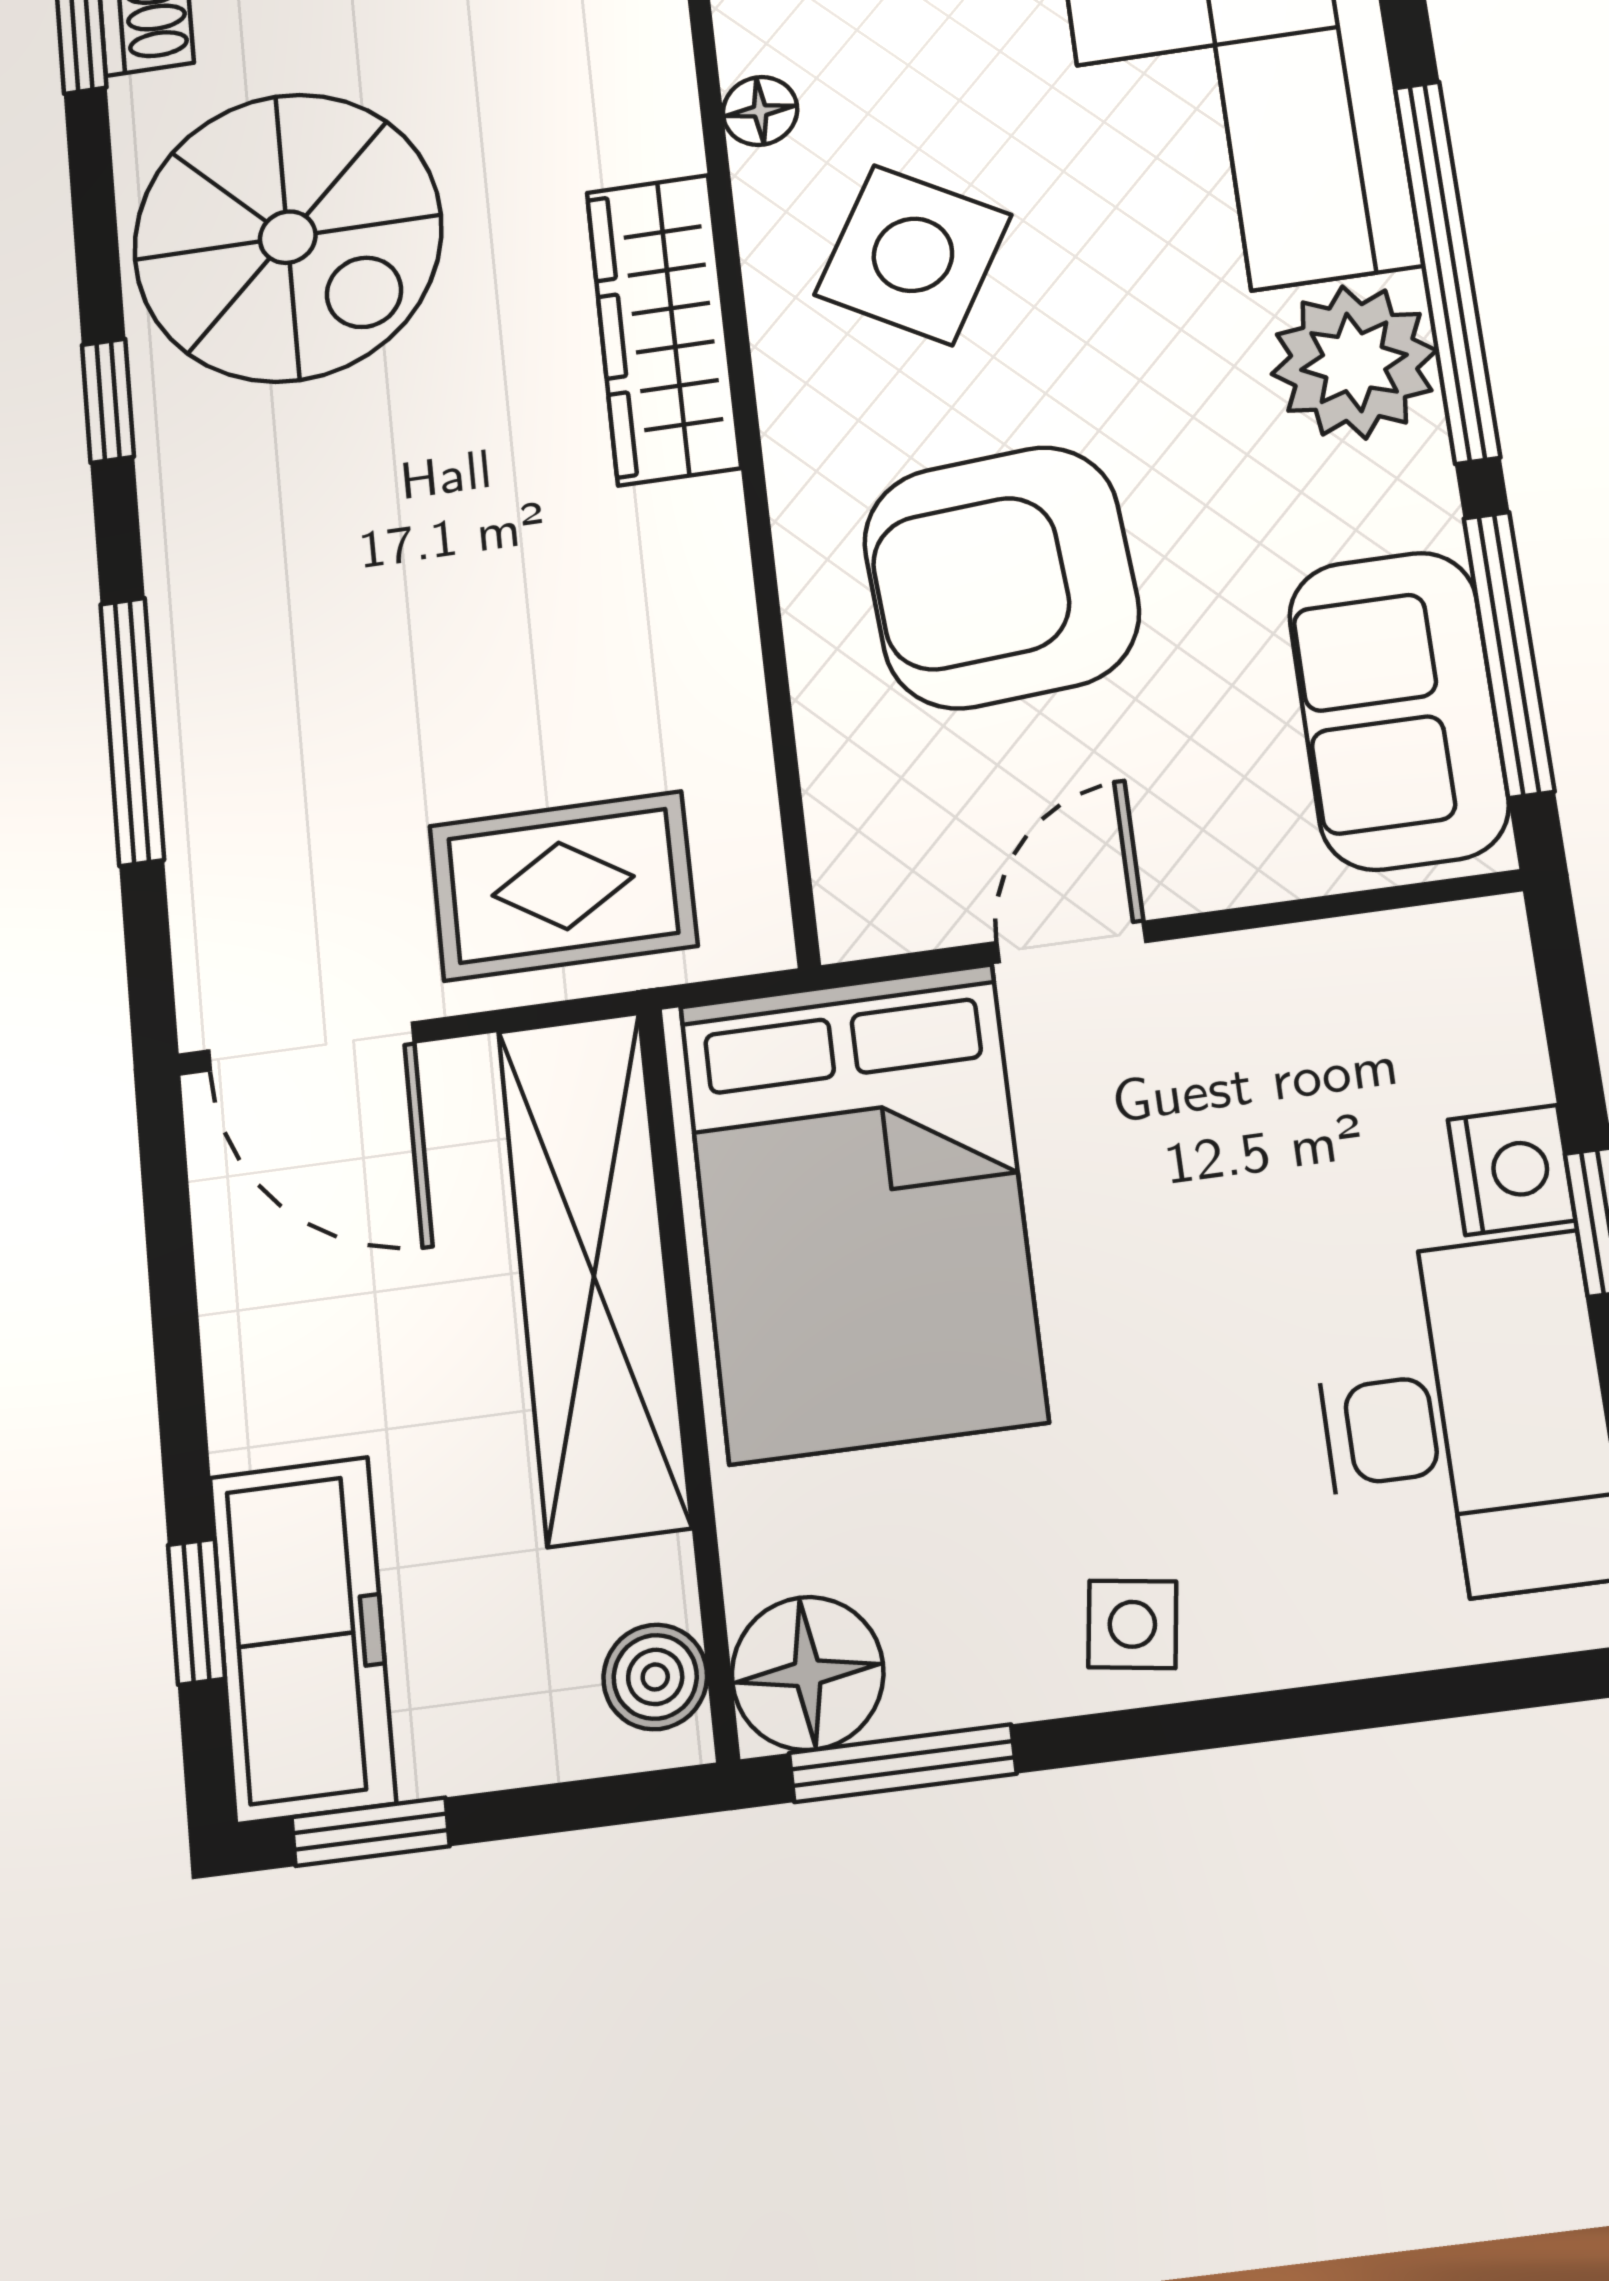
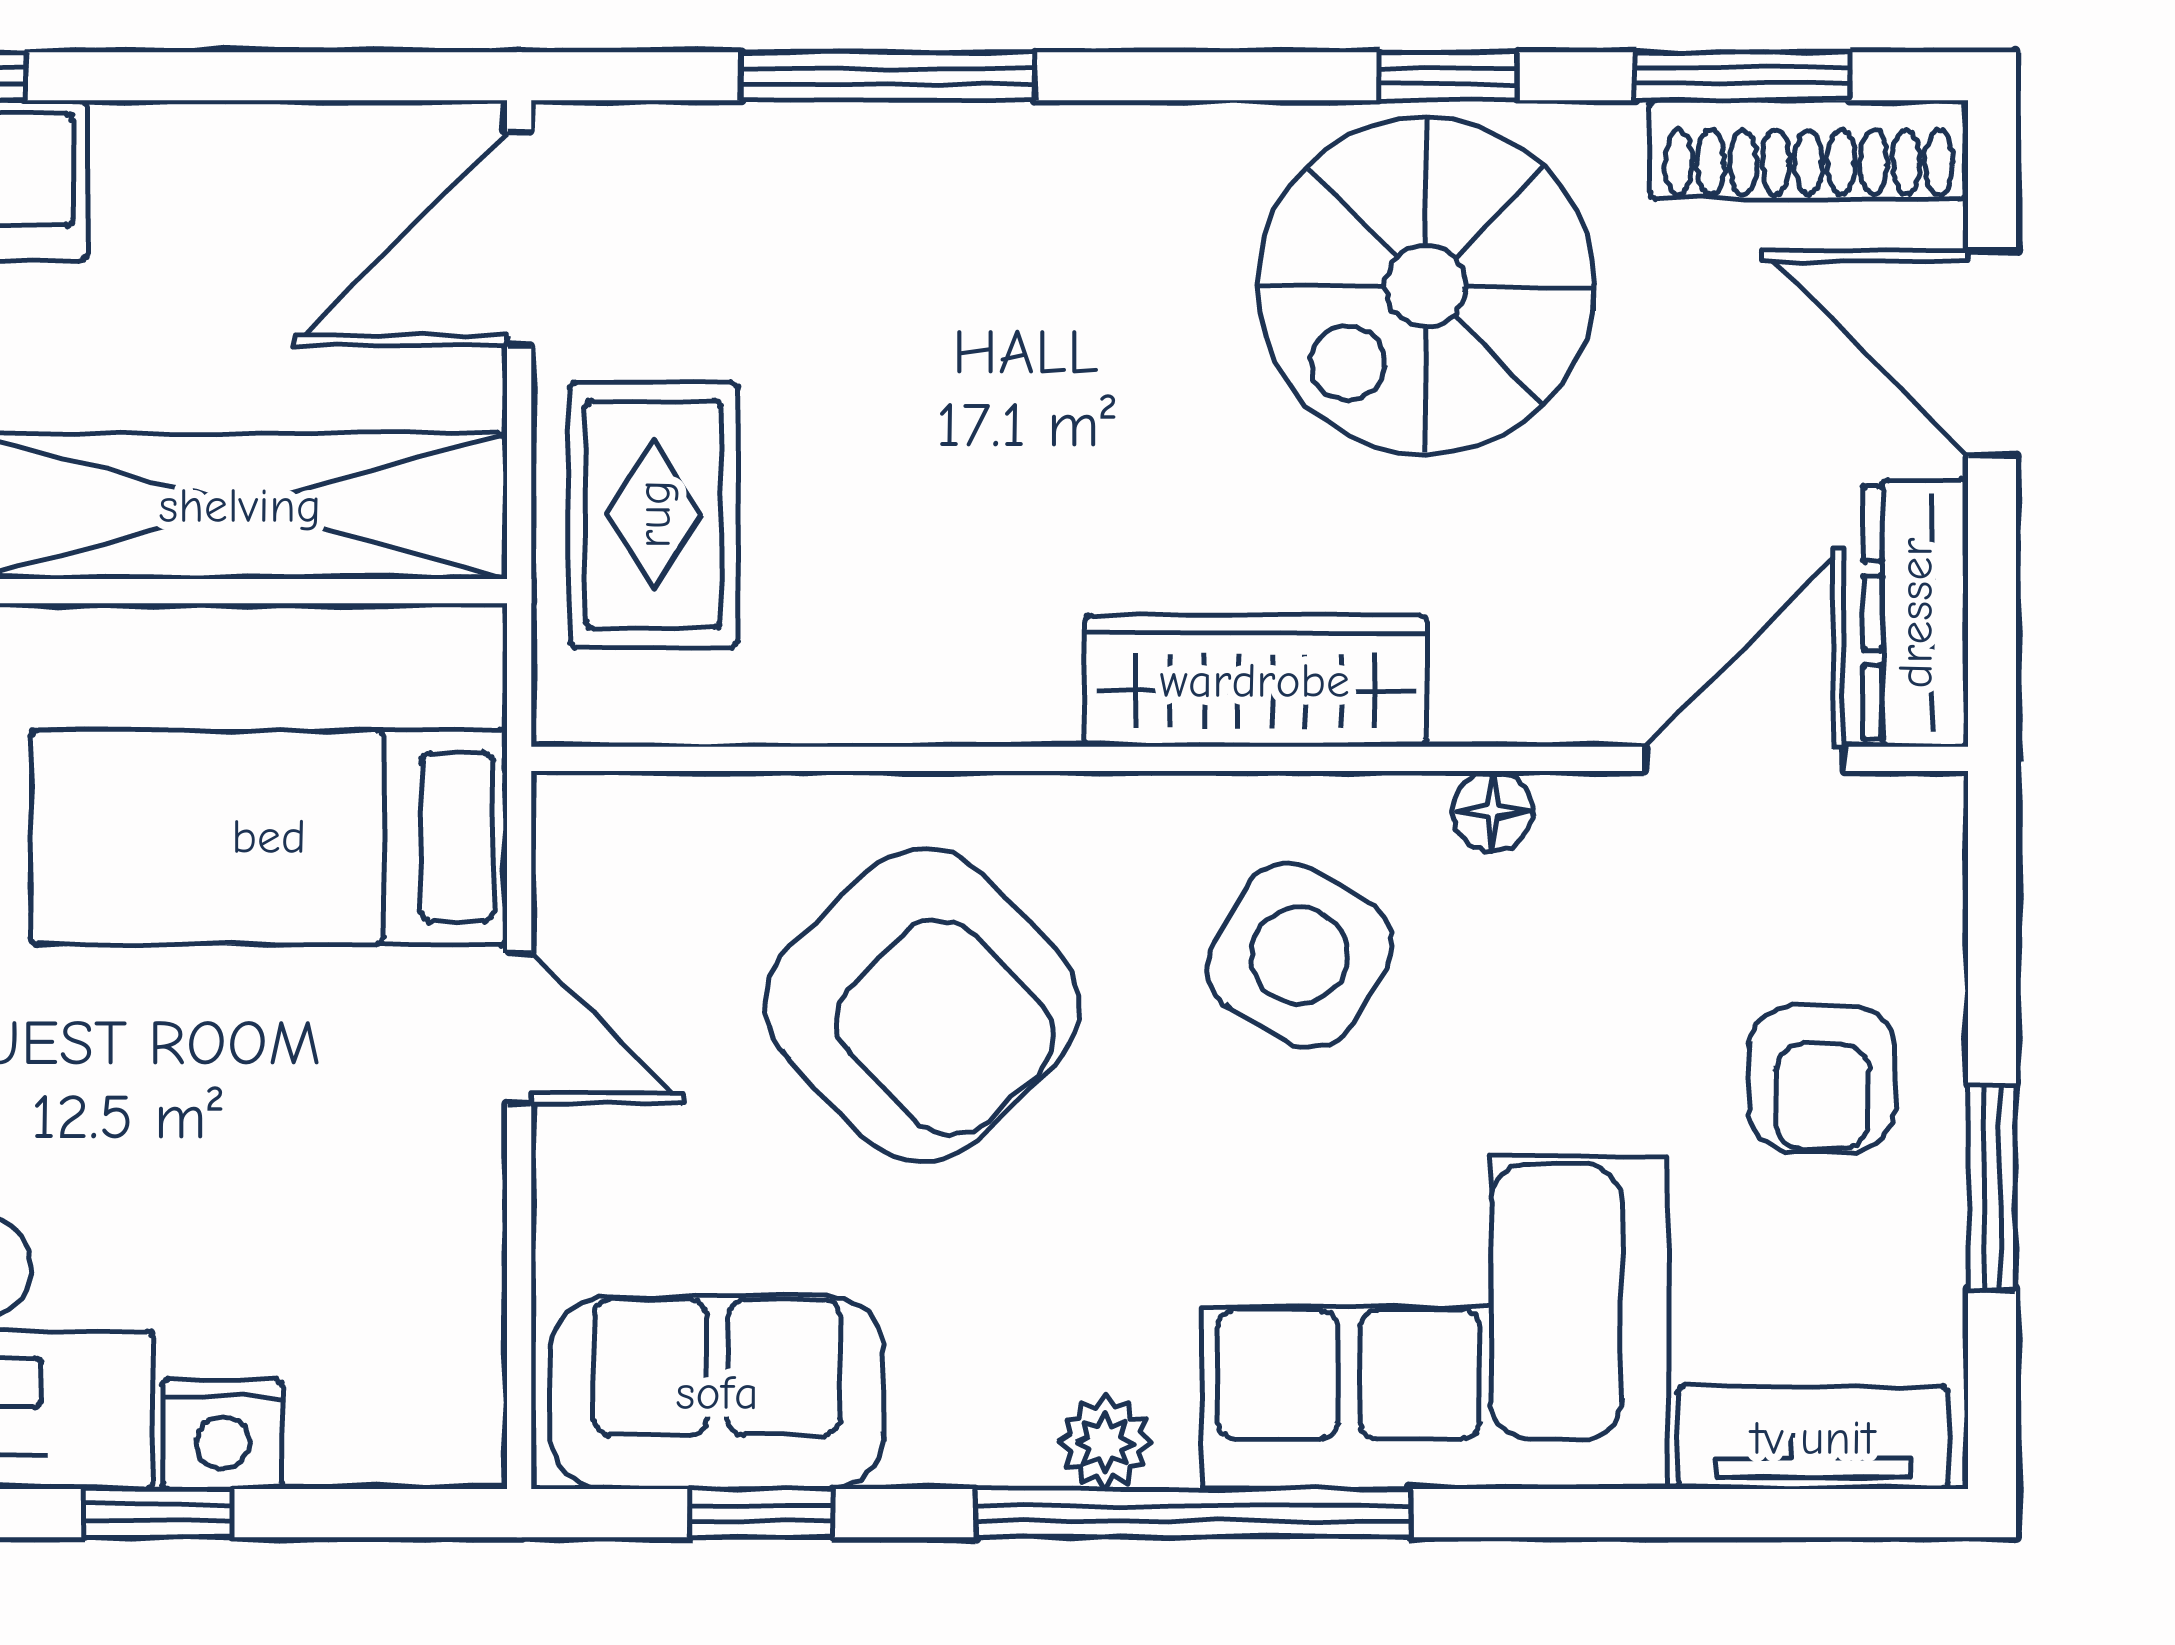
plant: (1354, 362) -> (1105, 1443), width x0.53, depth x0.53
window: (108, 401) -> (1448, 76), moved
armchair: (1001, 577) -> (922, 1005), turned 140
window: (1509, 654) -> (761, 1513), width x0.46
bed: (862, 1212) -> (269, 837), width x0.67

